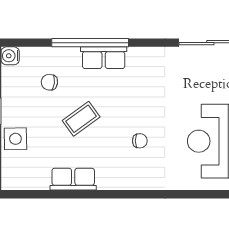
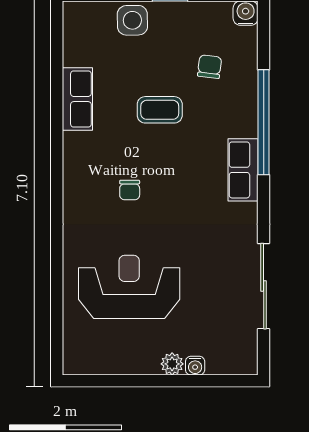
row of seats: (104, 58) -> (243, 170), moved
coffee table: (81, 119) -> (160, 110), turned -54

